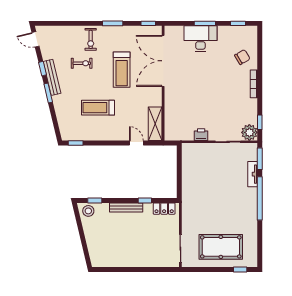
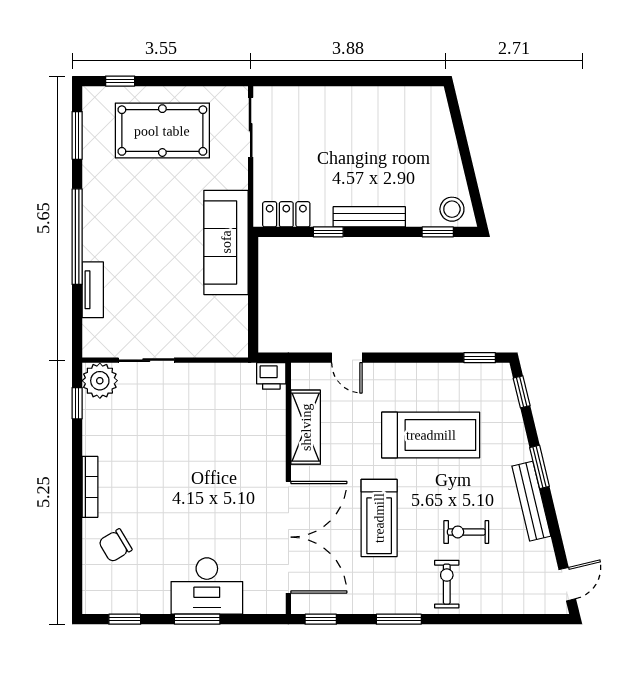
door: (36, 39) -> (567, 584), hinge flipped
window: (42, 69) -> (522, 392), moved
treadmill: (122, 70) -> (379, 518), turned 180
treadmill: (98, 108) -> (431, 435), width x1.37, depth x1.38
shelving: (155, 124) -> (306, 427), moved
printer: (201, 135) -> (271, 376), moved
window: (260, 159) -> (77, 135), moved
sofa: (192, 196) -> (226, 242), added

